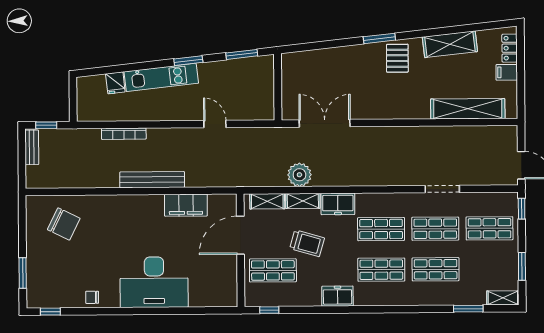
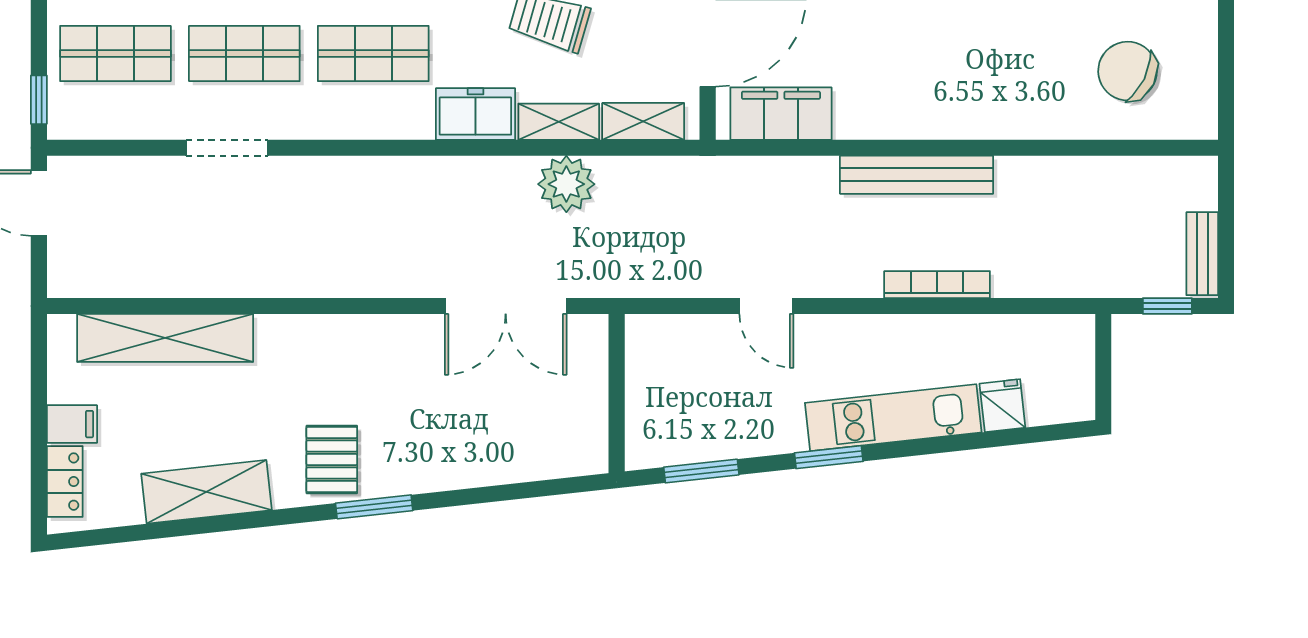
bookcase: (124, 134) -> (937, 285), moved
filing cabinet: (186, 205) -> (781, 114), moved

